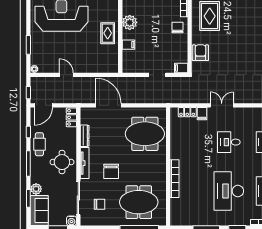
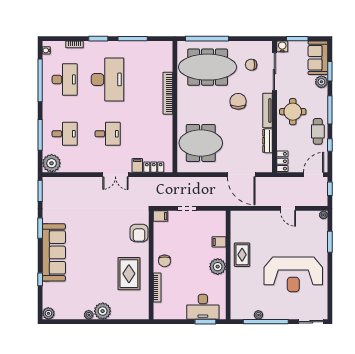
meeting table: (139, 202) -> (208, 67), width x1.36

